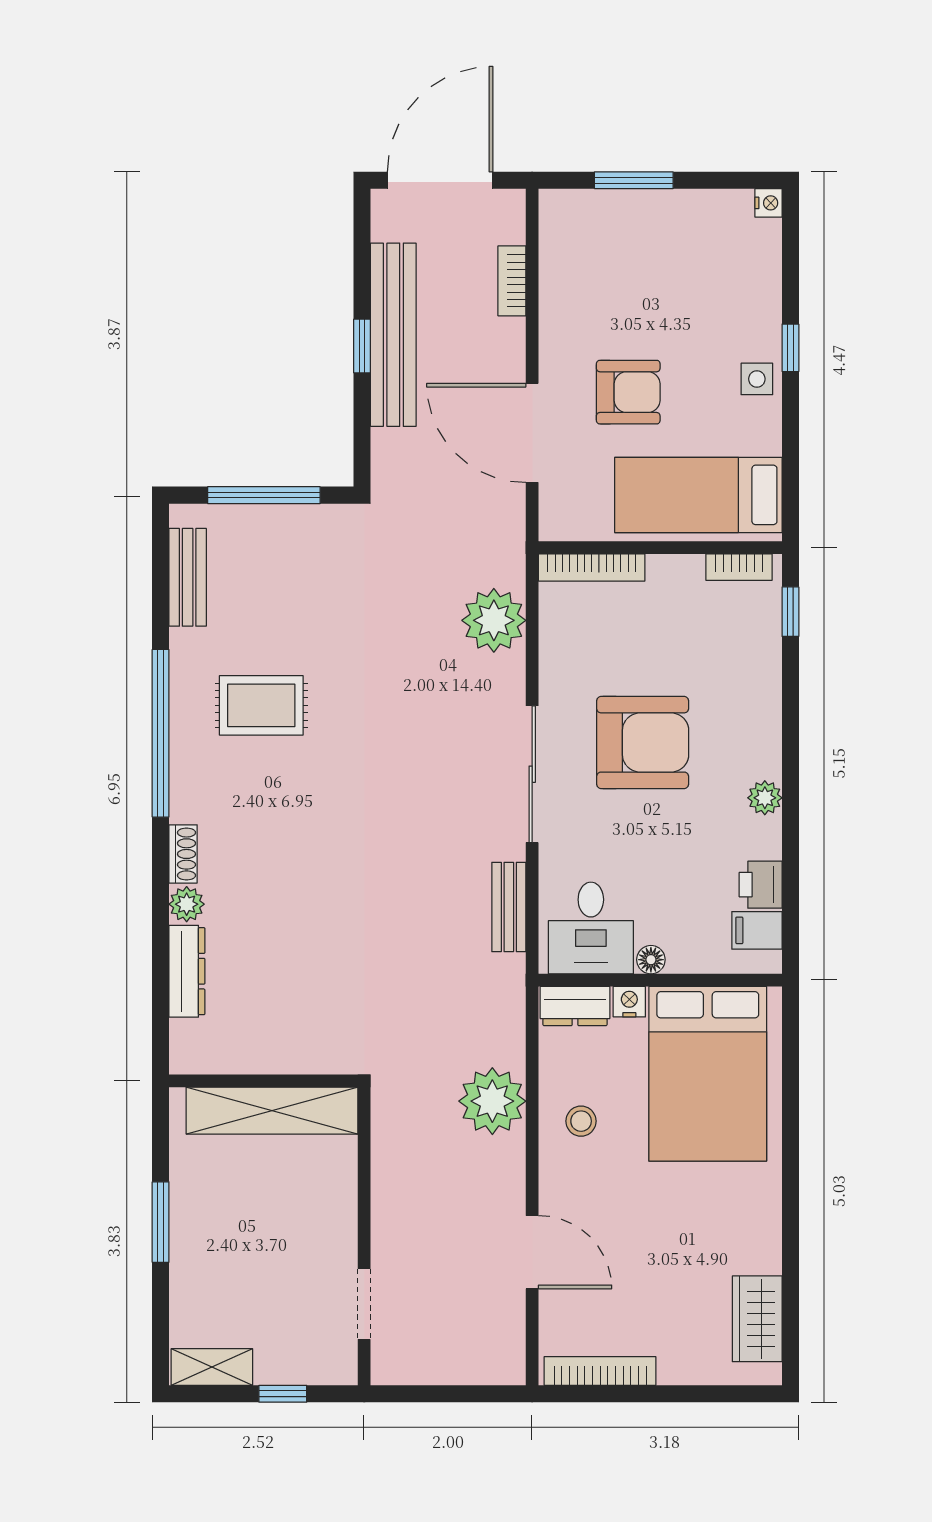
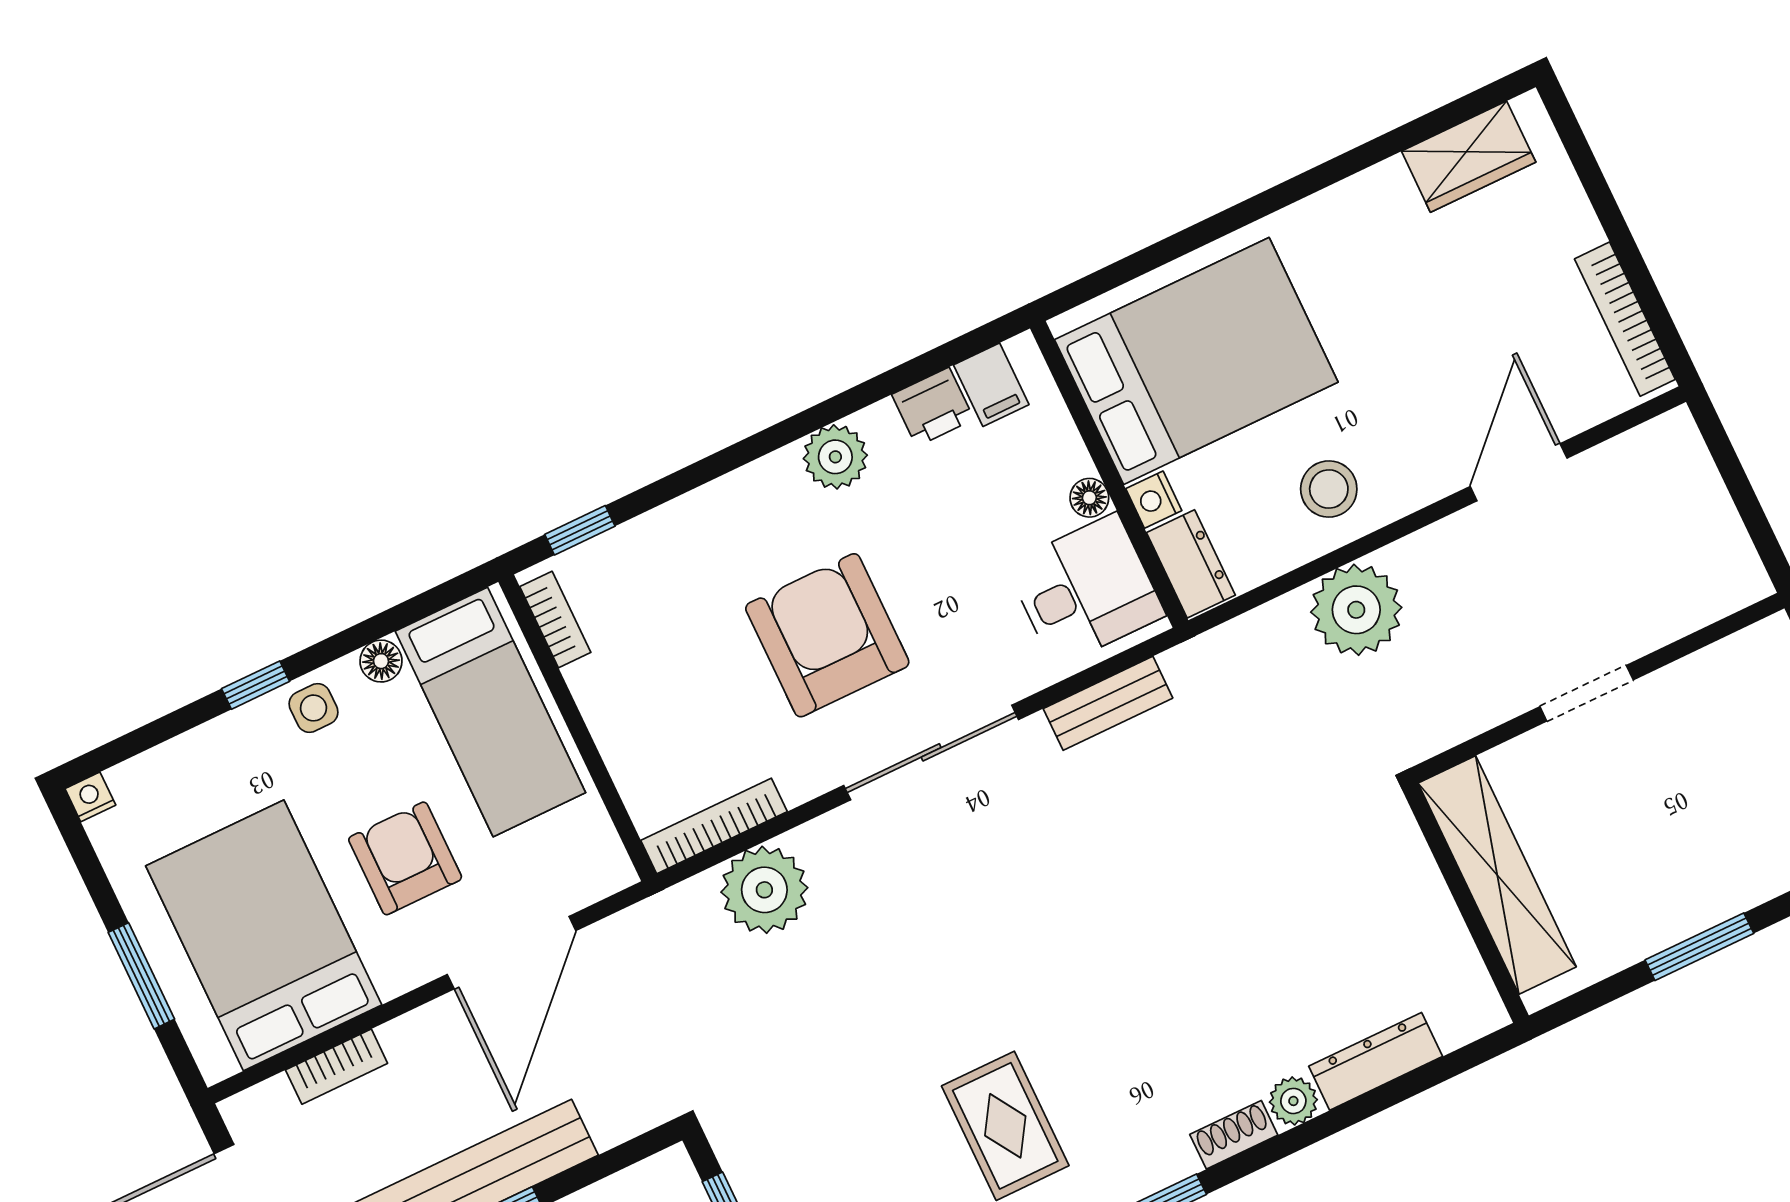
bed: (622, 274) -> (264, 935), added
floor lamp: (767, 439) -> (381, 661), added
bookcase: (592, 568) -> (714, 826), moved, turned -90
plant: (765, 798) -> (835, 457), width x1.38, depth x1.38
stool: (581, 1121) -> (1329, 489), width x1.37, depth x1.37
doorway: (364, 1304) -> (1587, 693), moved

